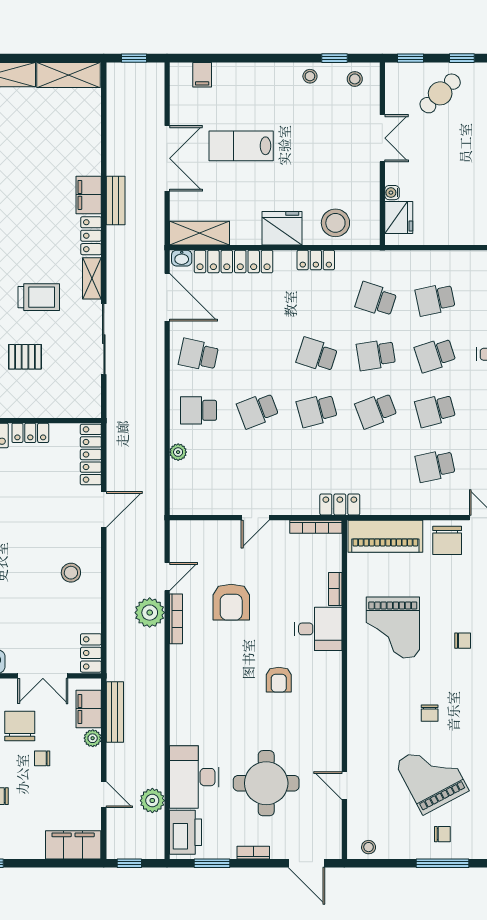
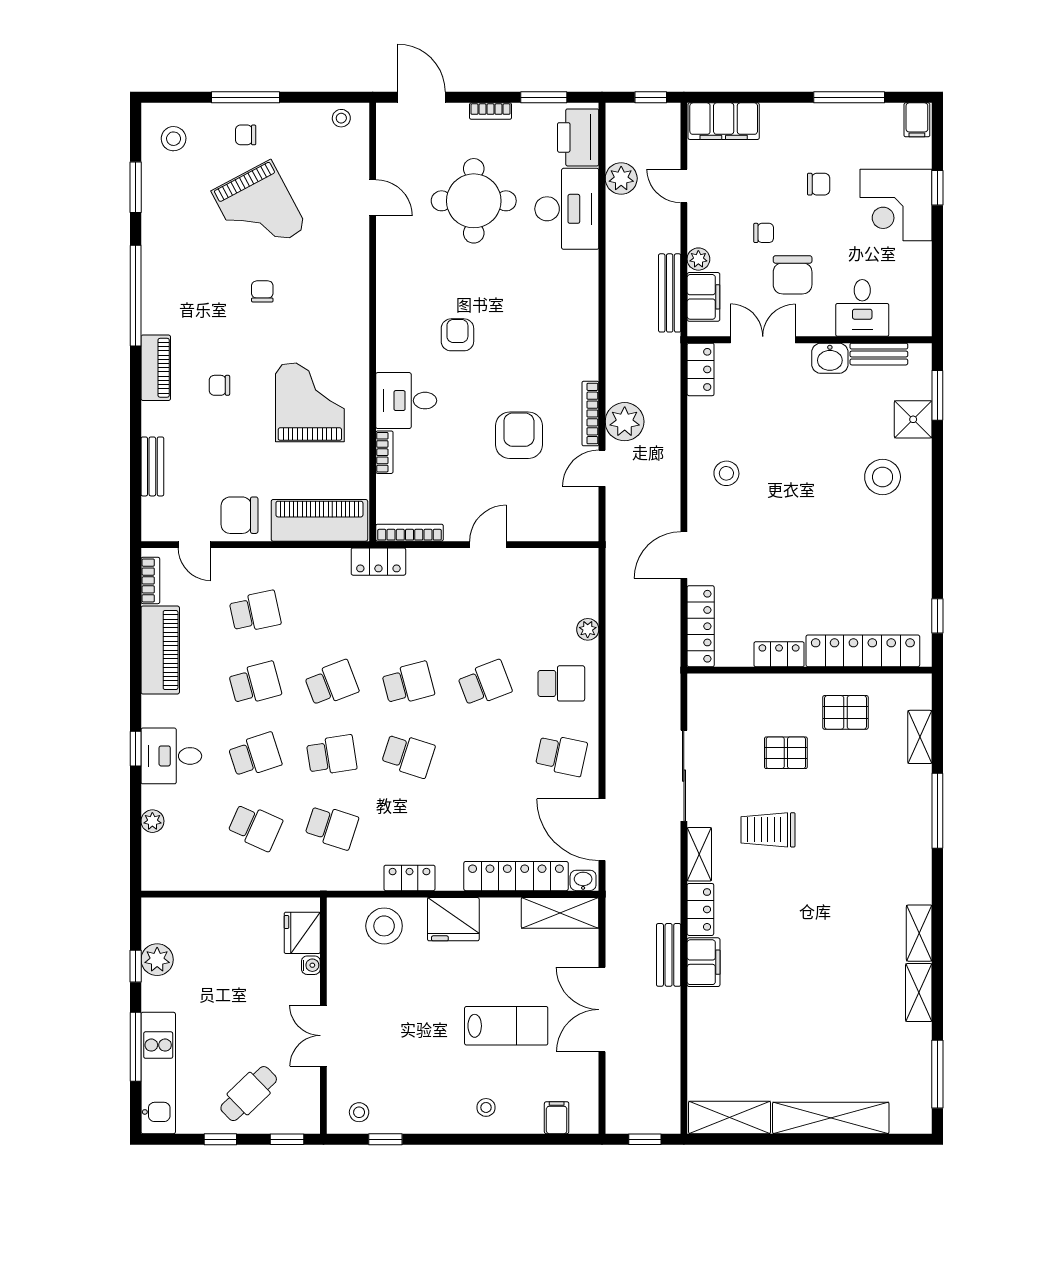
stool: (310, 76) -> (486, 1107), moved
school desk: (435, 299) -> (255, 827), turned 36
chair: (447, 540) -> (240, 515), turned -90

